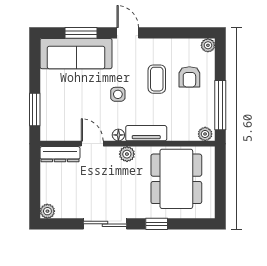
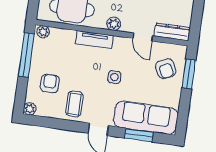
coffee table: (157, 79) -> (74, 104), moved
armchair: (61, 112) -> (166, 69), added
floor lamp: (118, 135) -> (119, 41), removed

